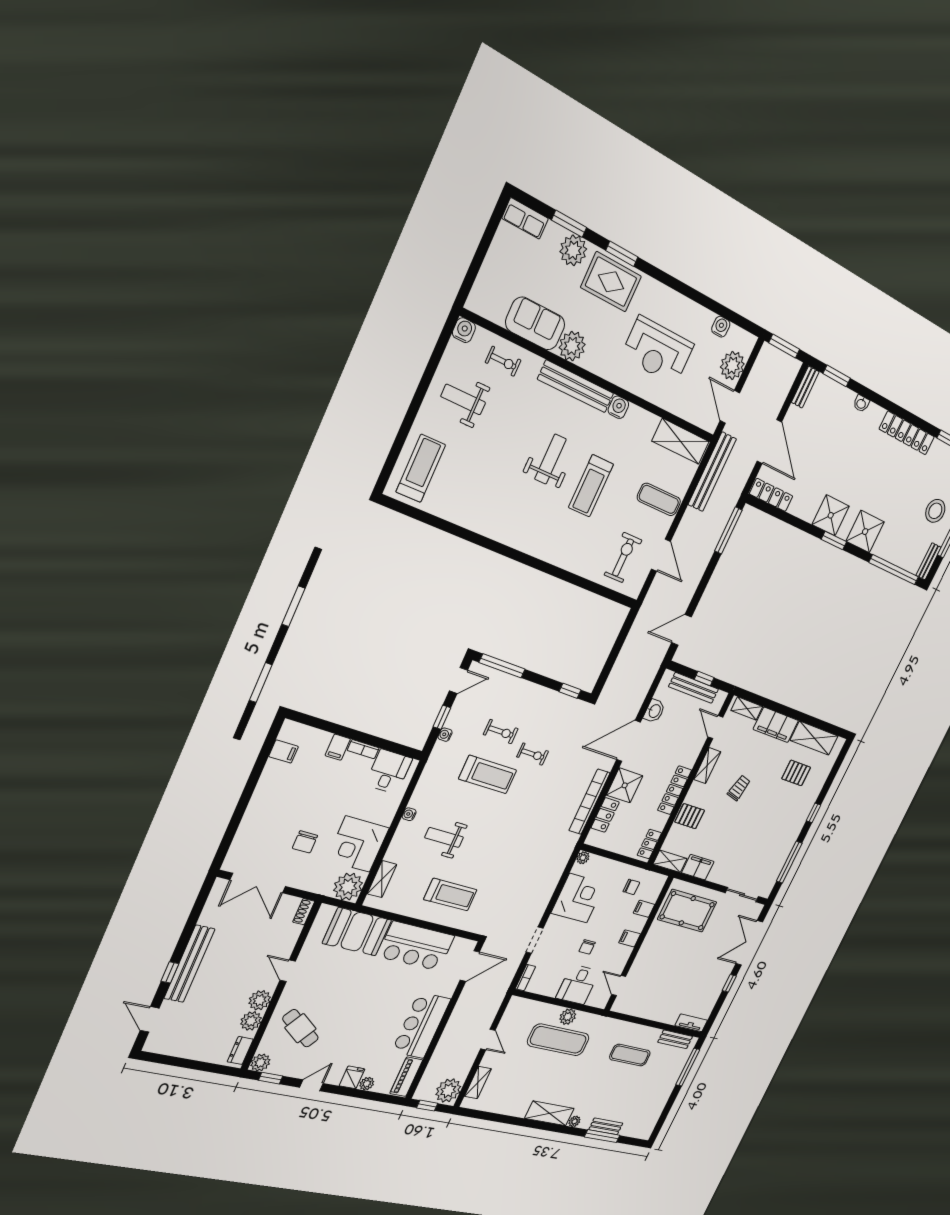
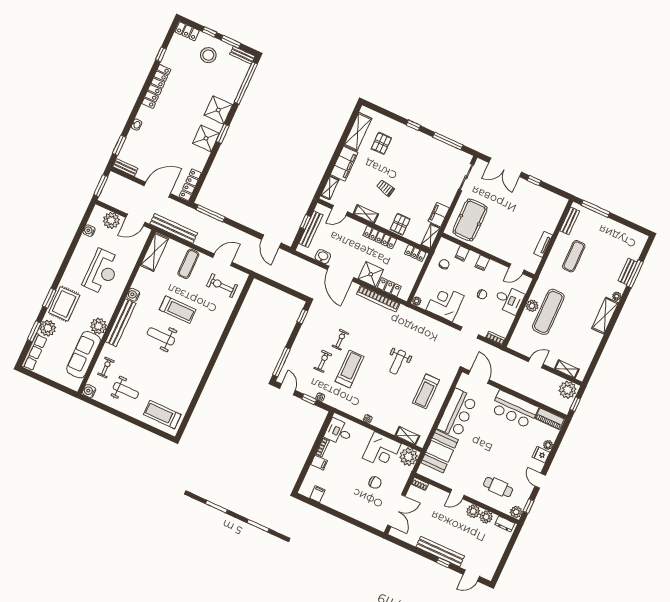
row of seats: (525, 218) -> (34, 352), width x1.48
sofa: (535, 324) -> (84, 355), width x1.36
weight bench: (463, 399) -> (126, 391), turned -90
weight bench: (444, 837) -> (398, 362), moved
treadmill: (450, 895) -> (426, 391), turned 180
tv unit: (691, 1023) -> (543, 244), moved
cafe table: (300, 1028) -> (498, 487), turned 56

